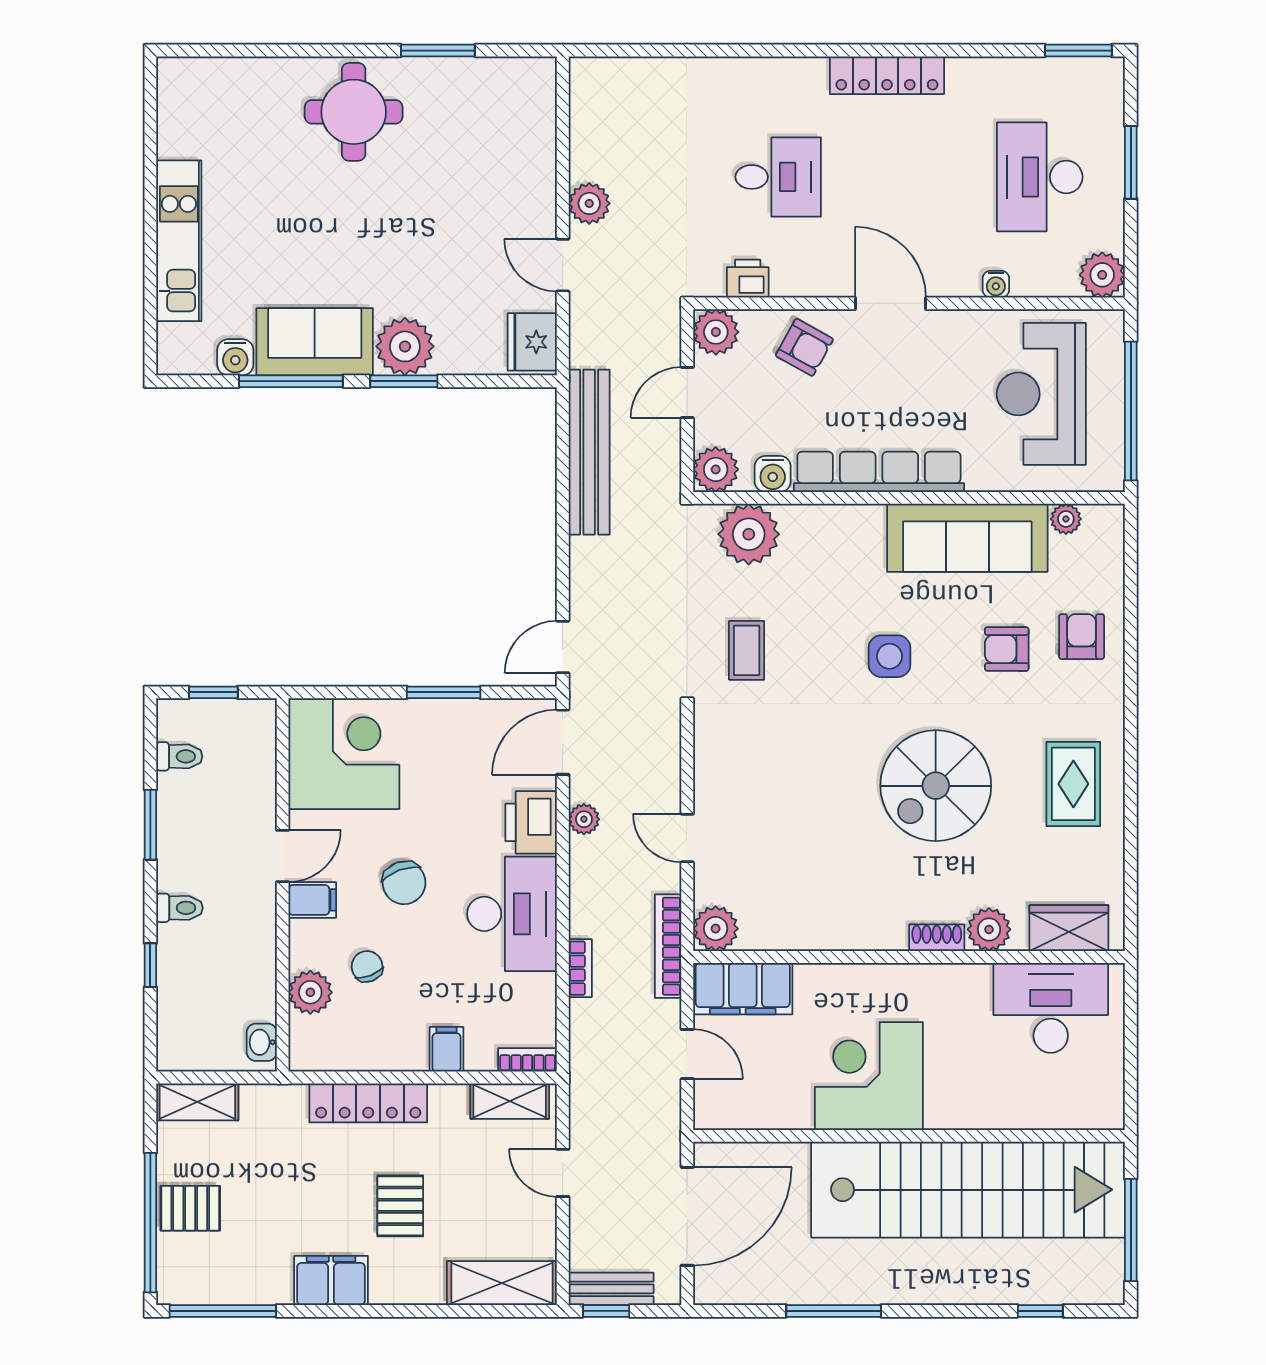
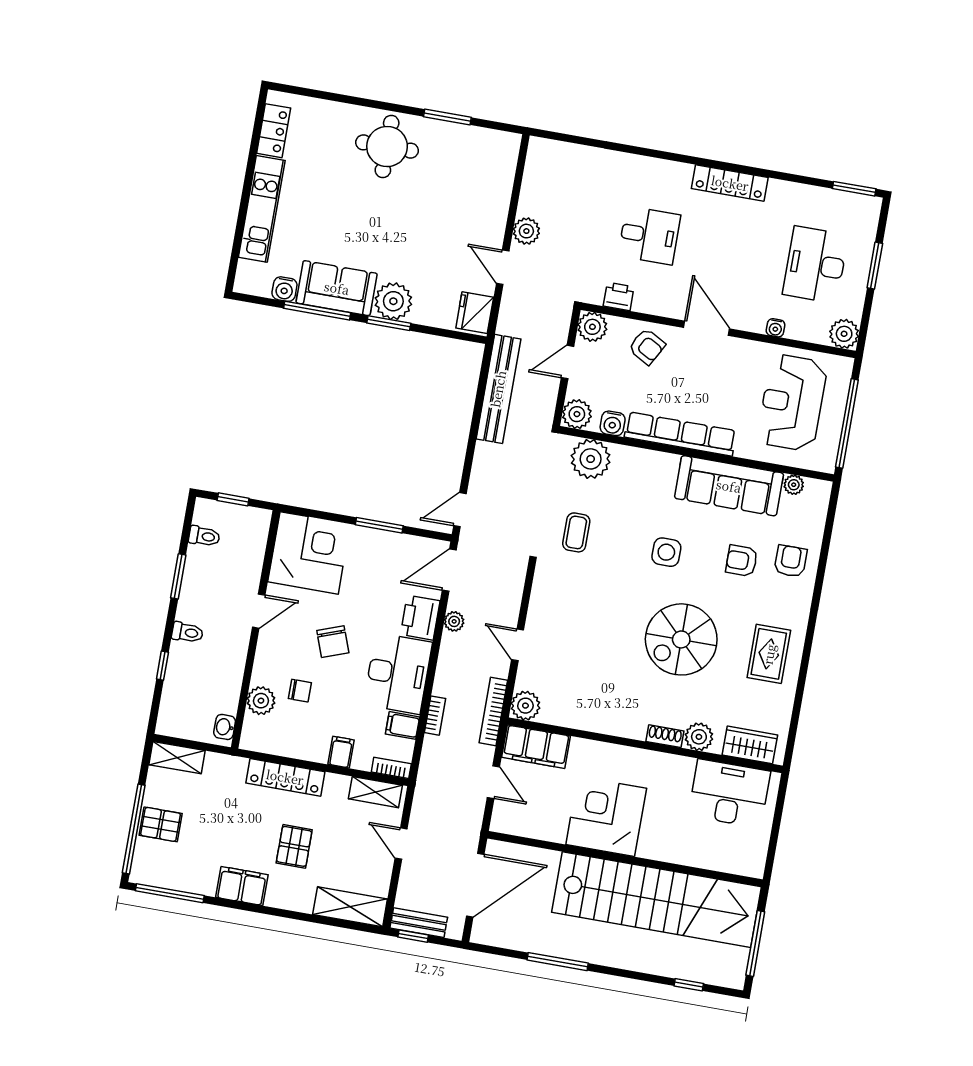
locker: (176, 118) -> (274, 131), added
filing cabinet: (312, 900) -> (403, 725), moved, turned 180
chair: (367, 966) -> (300, 691), turned 111

